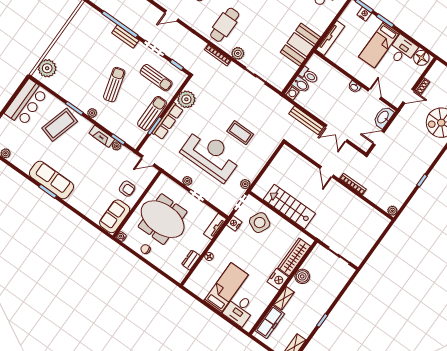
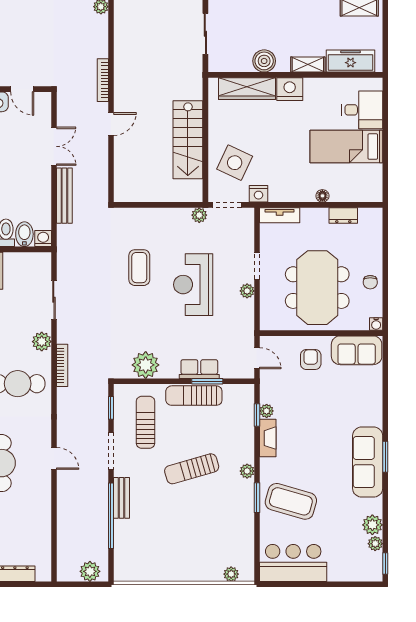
plant: (47, 68) -> (231, 574), width x0.53, depth x0.53
row of seats: (168, 121) -> (199, 369), width x0.68
reception desk: (211, 155) -> (193, 285), width x0.74, depth x0.77
plant: (17, 159) -> (372, 525), added

